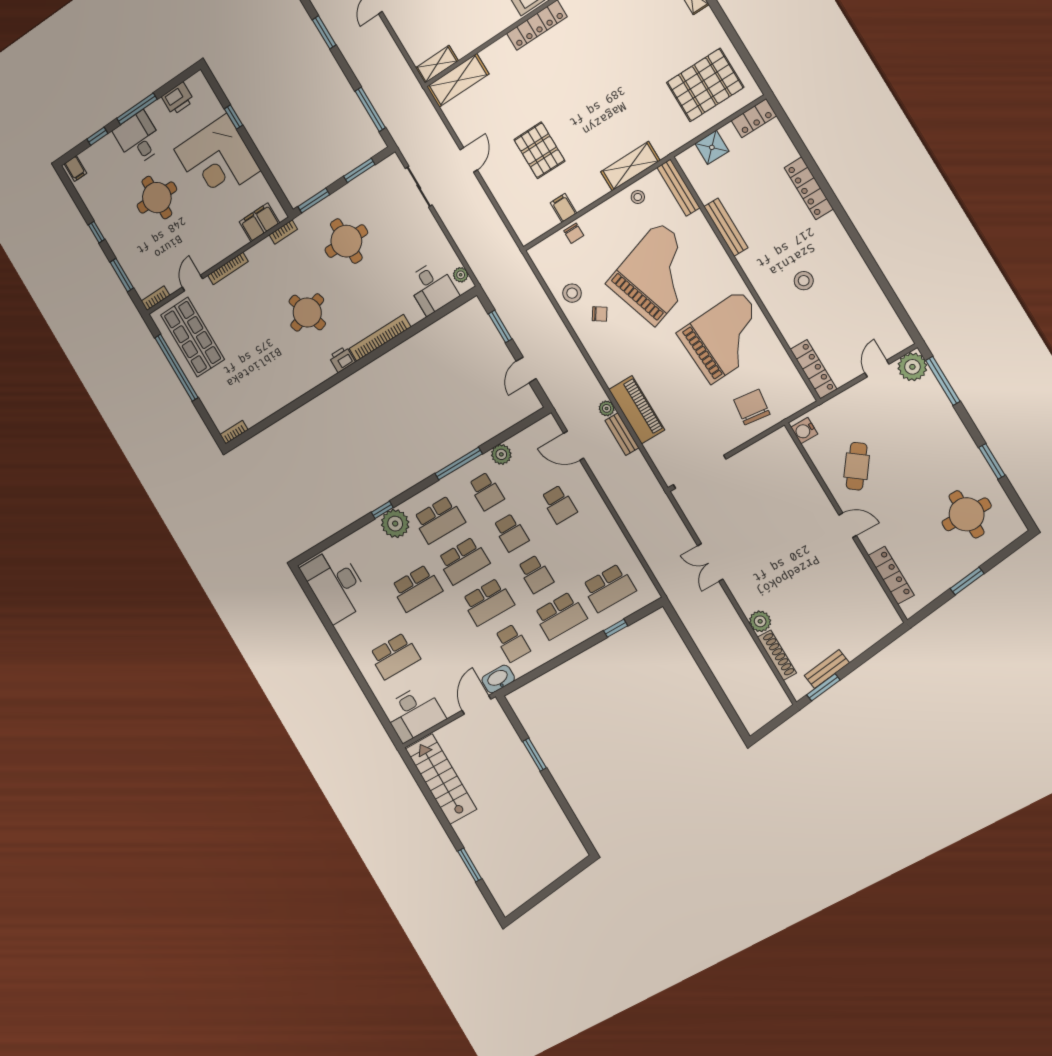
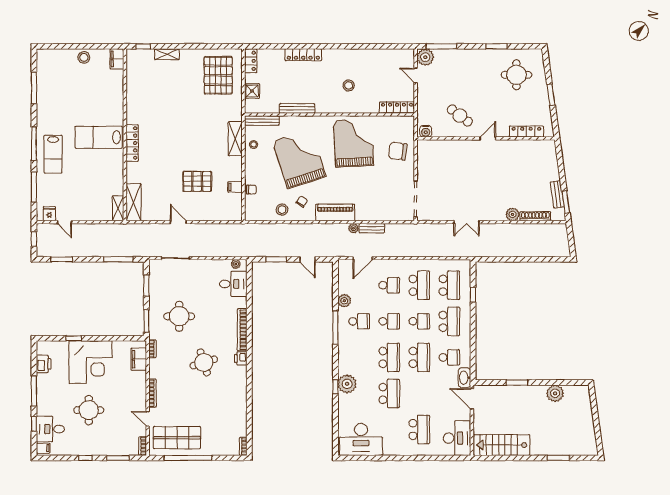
desk: (138, 138) -> (50, 429), moved
piano: (637, 410) -> (335, 213), moved
school desk: (439, 520) -> (419, 285), moved
plant: (551, 815) -> (555, 393), added

